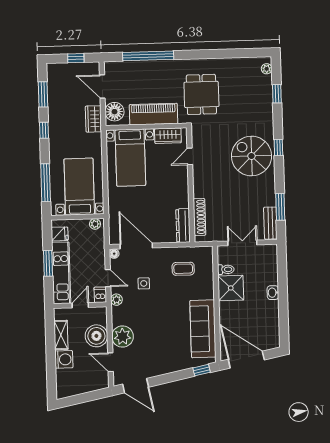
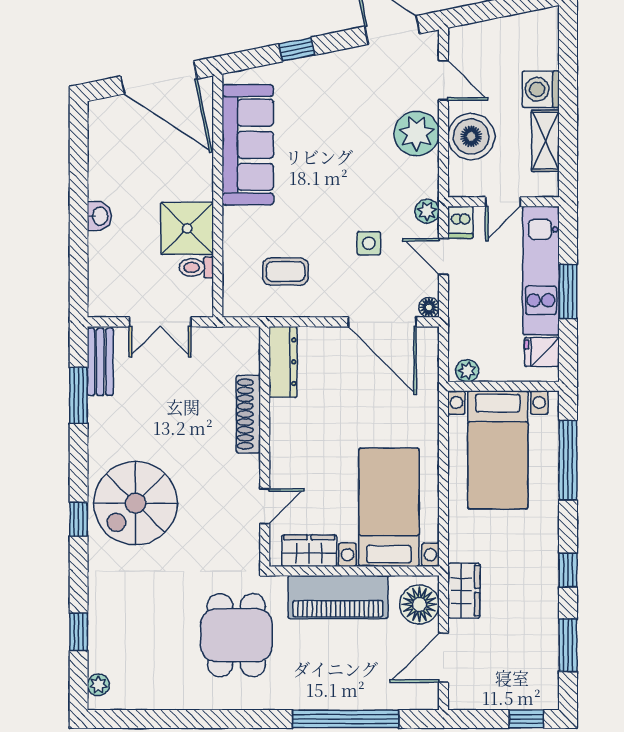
window: (76, 58) -> (526, 719), moved
door: (102, 87) -> (443, 658), swing flipped
spiral stairs: (251, 156) -> (136, 503), turned 90
shoe rack: (199, 217) -> (248, 414), moved
window: (202, 370) -> (297, 49), moved

